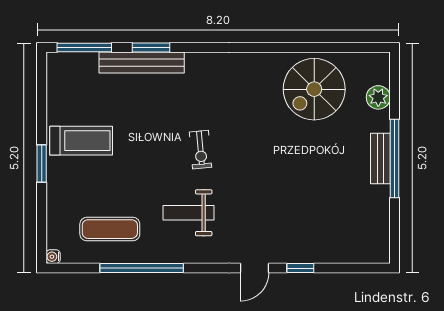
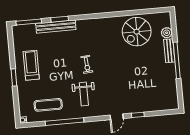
treadmill: (81, 141) -> (31, 65), turned -90
bench: (380, 158) -> (169, 51), moved
weight bench: (188, 213) -> (84, 94), turned -90

